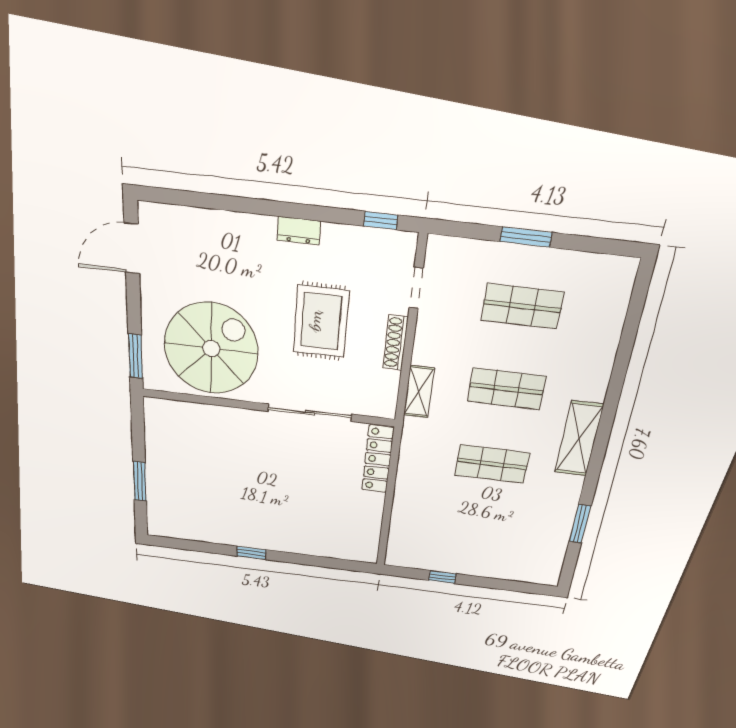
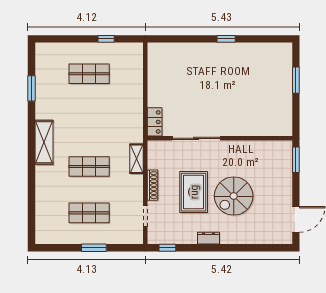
spiral stairs: (211, 349) -> (234, 196), moved, width x0.73, depth x0.73
locker: (378, 459) -> (155, 122), width x0.66
shop shelf: (492, 464) -> (89, 74), moved

